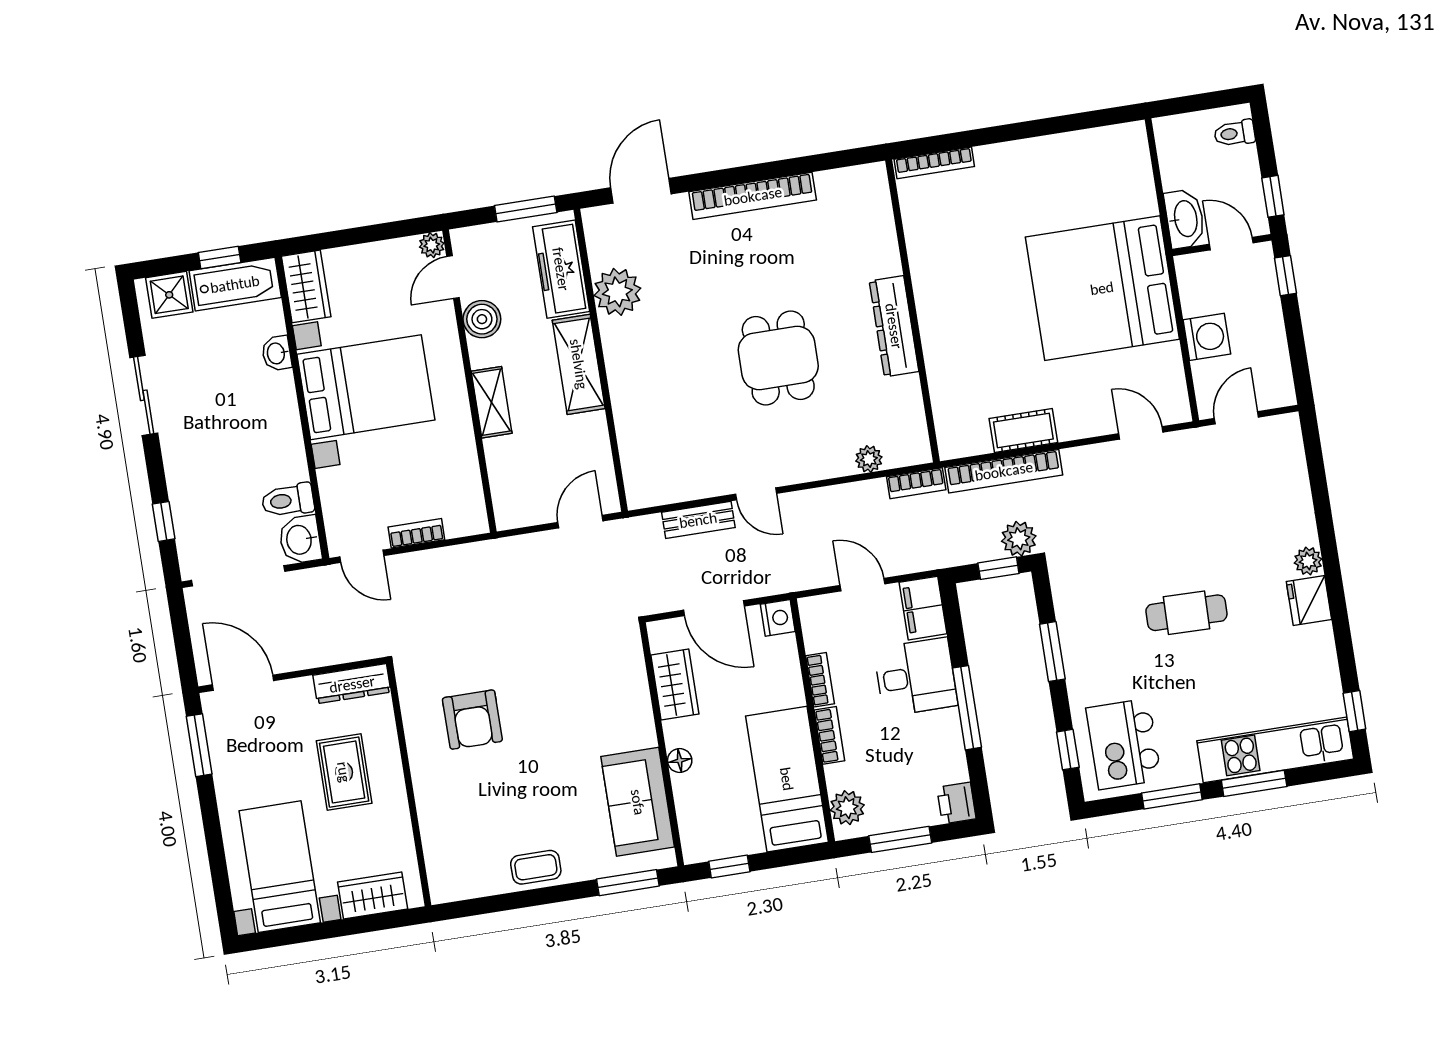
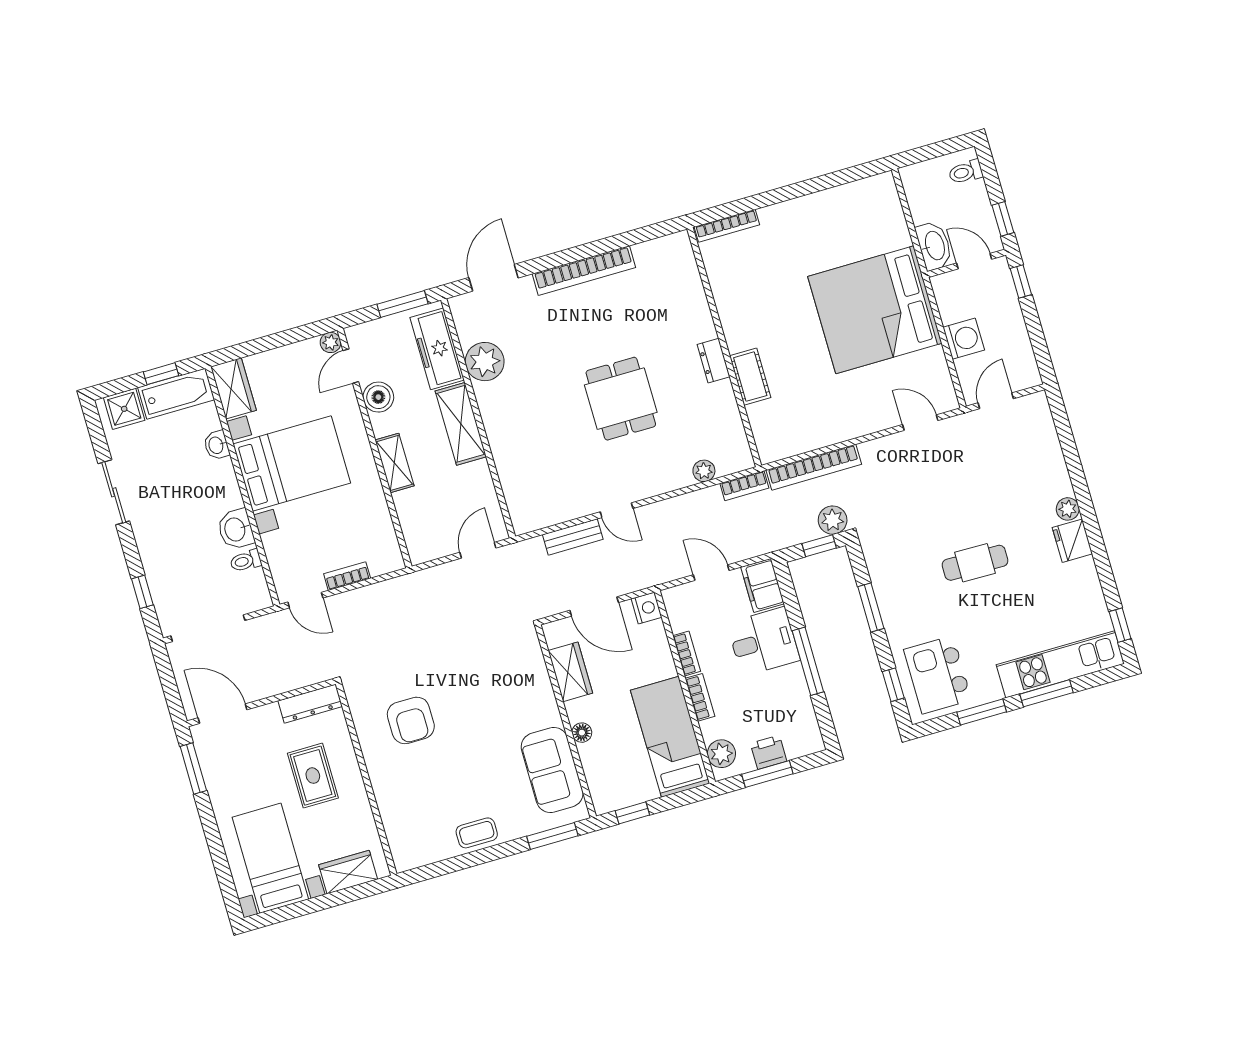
dresser: (894, 326) -> (714, 361), width x0.51, depth x0.80
cot: (1023, 431) -> (750, 377), moved, turned 90
toilet: (288, 500) -> (246, 561), width x0.73, depth x0.72
washbasin: (300, 540) -> (236, 529), moved
printer: (956, 803) -> (769, 752), moved, turned 90

